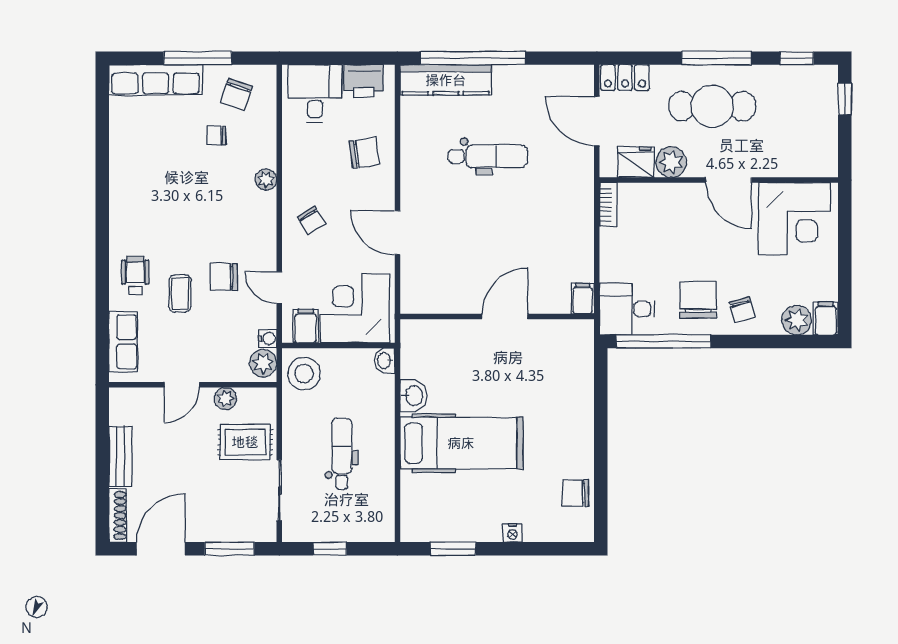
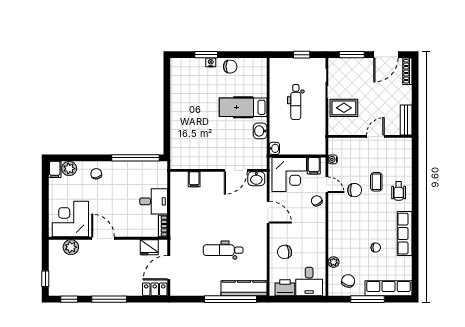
cafe table: (712, 106) -> (111, 275), removed
door: (597, 121) -> (169, 268), swing flipped
chair: (216, 136) -> (376, 248), moved
plant: (671, 162) -> (71, 247), moved
plant: (266, 180) -> (334, 262), moved
chair: (311, 220) -> (317, 201), moved
filing cabinet: (583, 299) -> (194, 179), moved
washbasin: (421, 300) -> (256, 179), added
chair: (698, 300) -> (118, 179), removed
desk: (627, 309) -> (154, 201), moved
door: (505, 317) -> (236, 170), moved
row of seats: (123, 342) -> (405, 234), moved, width x1.48
plant: (263, 363) -> (335, 147), removed
stool: (304, 374) -> (315, 142), removed
plant: (225, 398) -> (354, 130), removed
hospital bed: (461, 443) -> (243, 107), width x0.73, depth x0.78
bench: (120, 456) -> (406, 120), moved
chair: (576, 493) -> (230, 67), moved
window: (453, 549) -> (206, 55), moved

